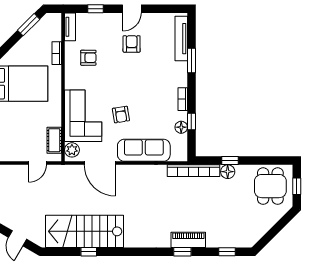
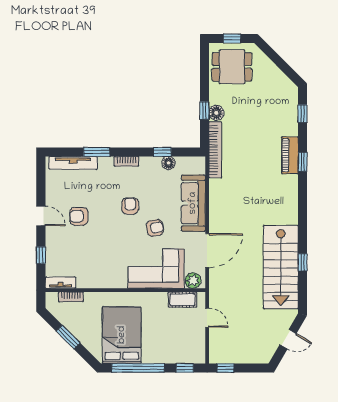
window: (29, 25) -> (68, 337), moved
bookcase: (57, 53) -> (71, 297), moved
armchair: (88, 58) -> (130, 206), moved
bookcase: (183, 99) -> (126, 161), moved

